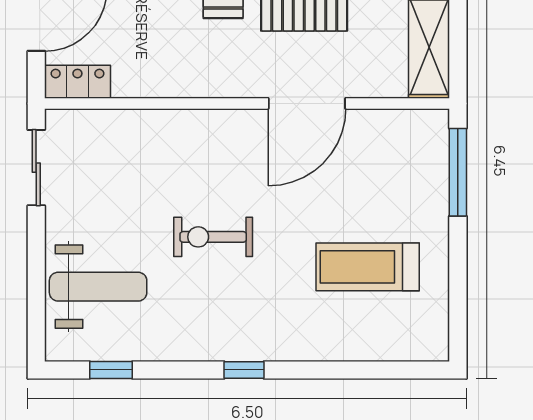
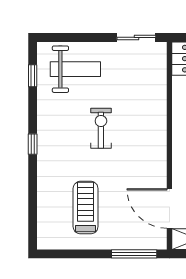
door: (307, 103) -> (169, 208), moved
weight bench: (98, 287) -> (75, 69), turned -90

